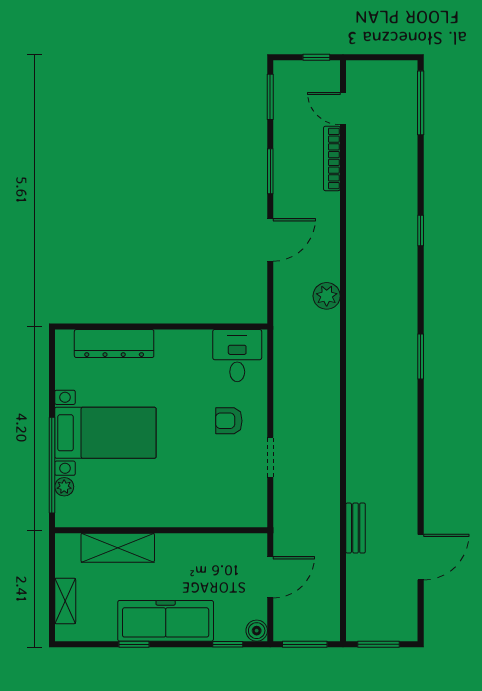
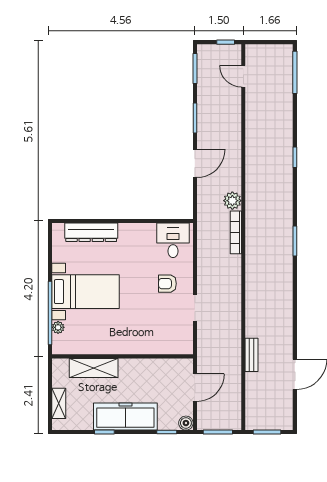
bookcase: (332, 158) -> (236, 232), moved

